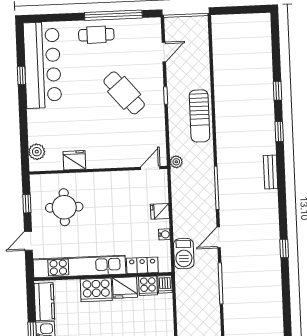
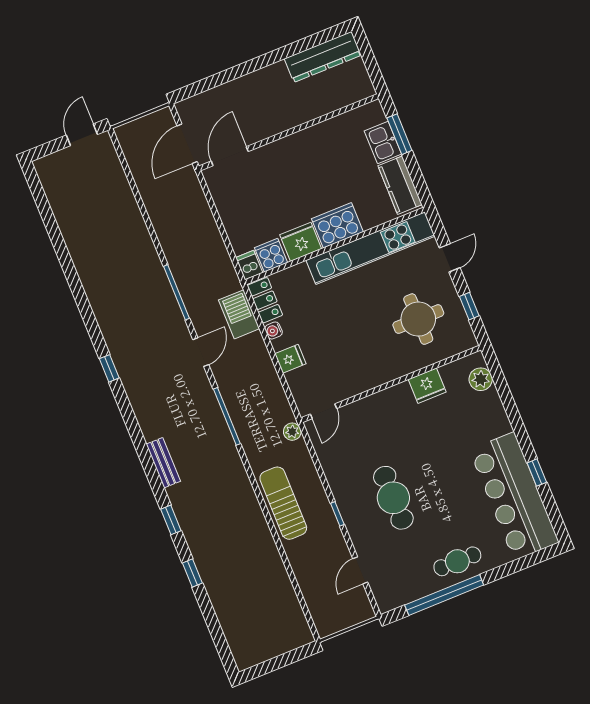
cafe table: (124, 93) -> (393, 498), turned 40
locker: (142, 265) -> (265, 300), moved, turned -90

